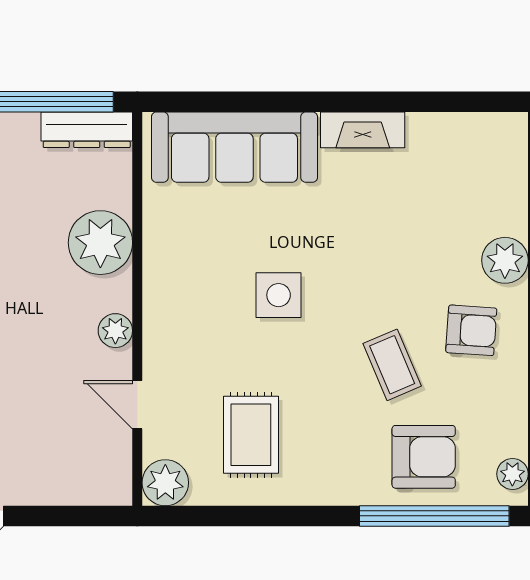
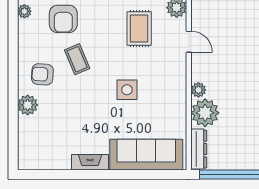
dresser: (87, 130) -> (199, 149), moved, turned 90
plant: (115, 331) -> (198, 90), moved
armchair: (424, 457) -> (63, 19), turned -90

